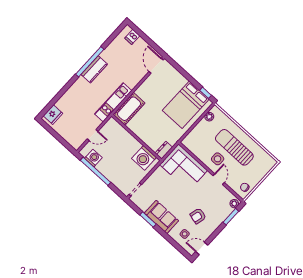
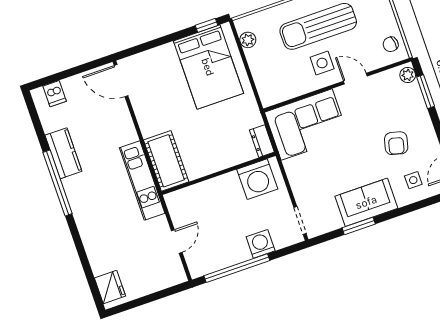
kitchen counter: (94, 69) -> (63, 153), moved
washing machine: (93, 158) -> (261, 244), moved

